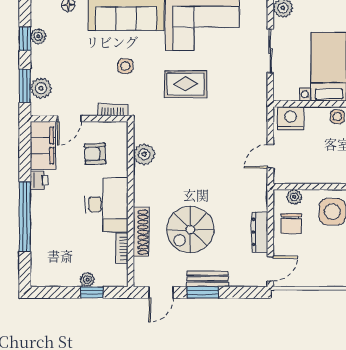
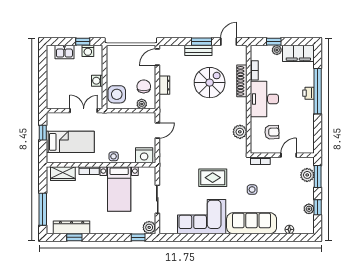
filing cabinet: (43, 145) -> (298, 53), moved, turned -90
printer: (39, 181) -> (308, 93), moved
dresser: (260, 232) -> (164, 85), width x0.70

